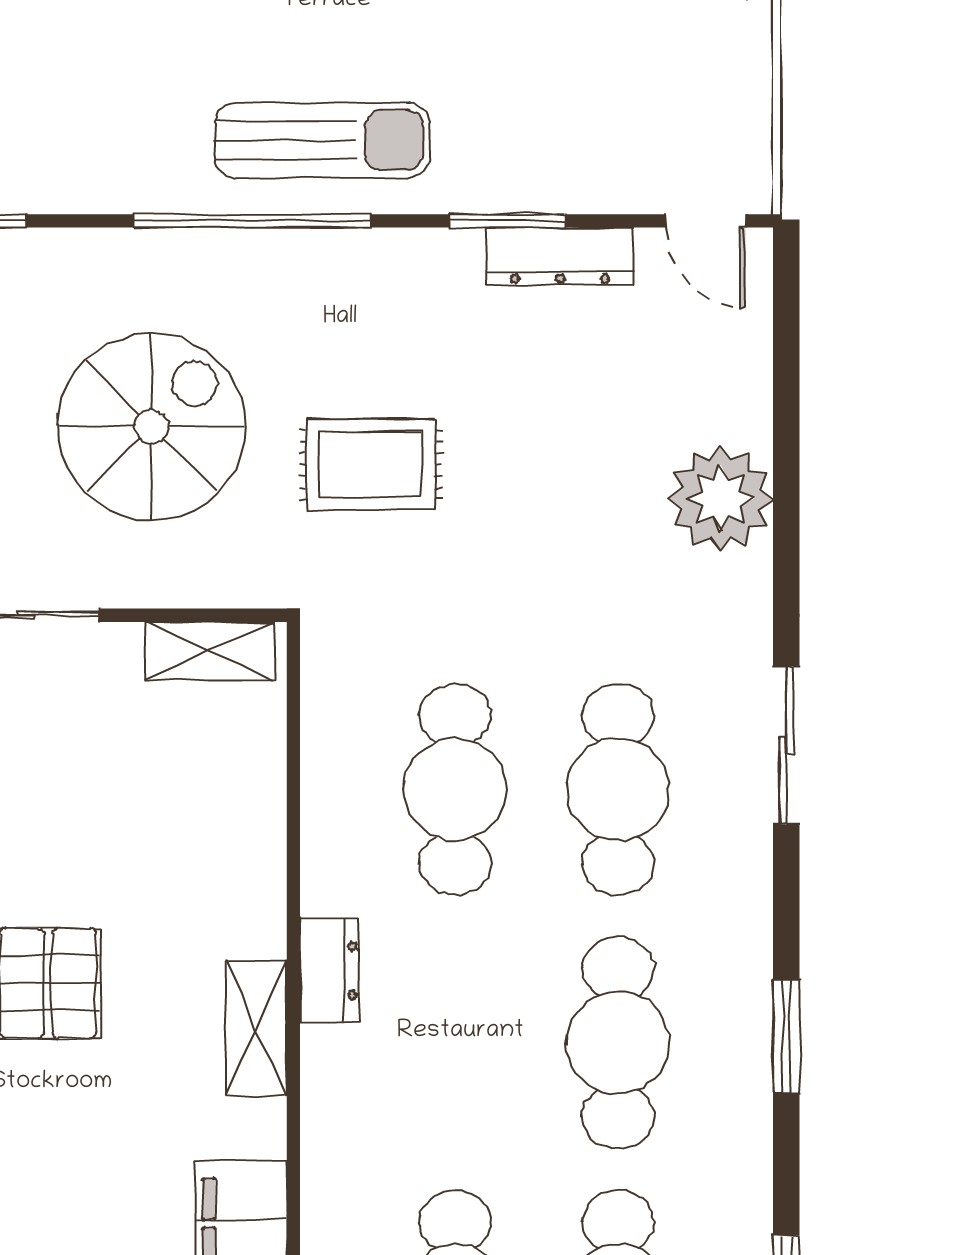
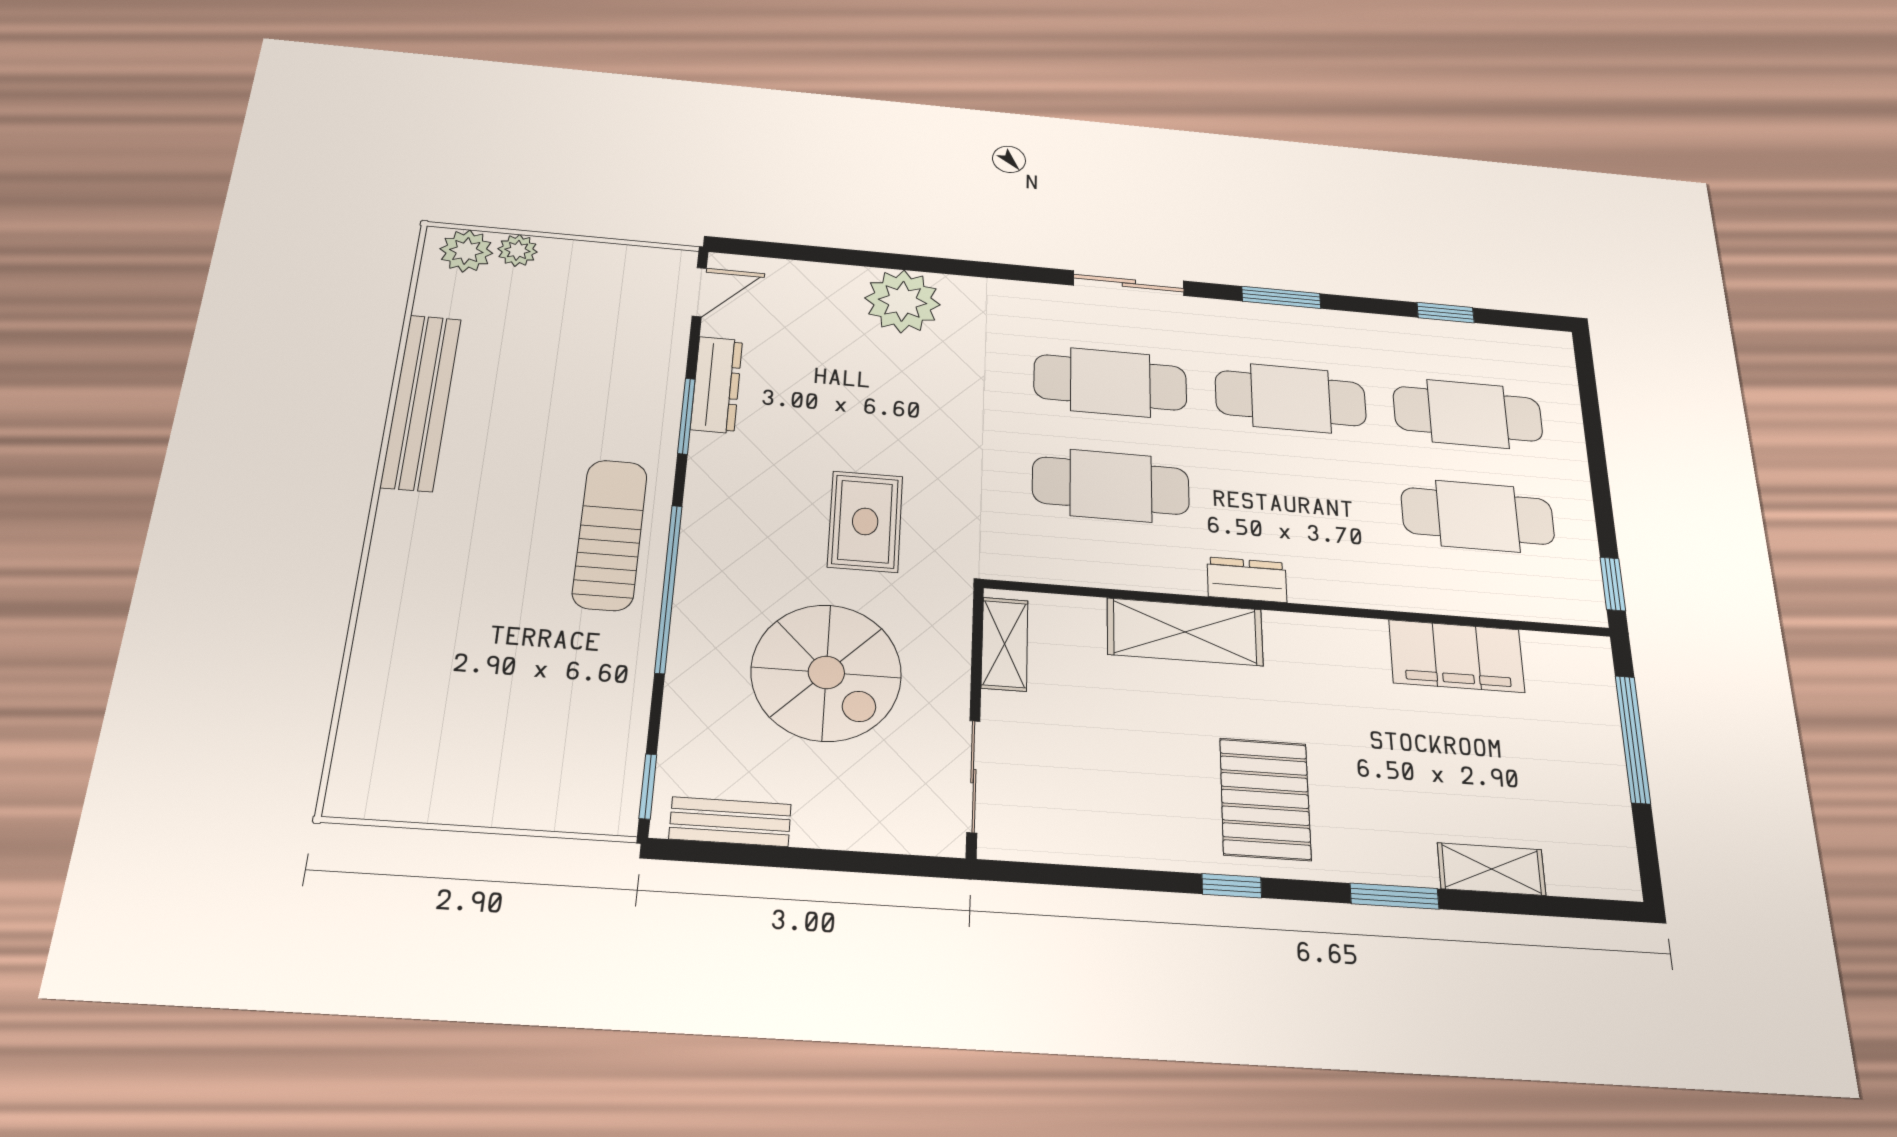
spiral stairs: (152, 426) -> (826, 672), turned 180
sliding door: (786, 745) -> (1129, 283), moved
shelving: (256, 1028) -> (1185, 632), moved, width x1.50, depth x1.33

